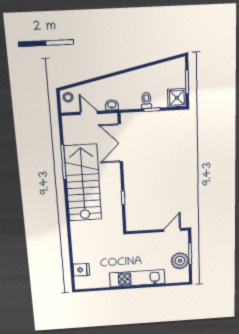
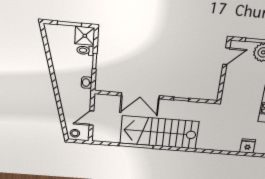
toilet: (146, 100) -> (85, 50), moved
washbasin: (112, 105) -> (87, 83), moved
double door: (120, 143) -> (140, 96), moved
door: (172, 230) -> (226, 56), swing flipped

